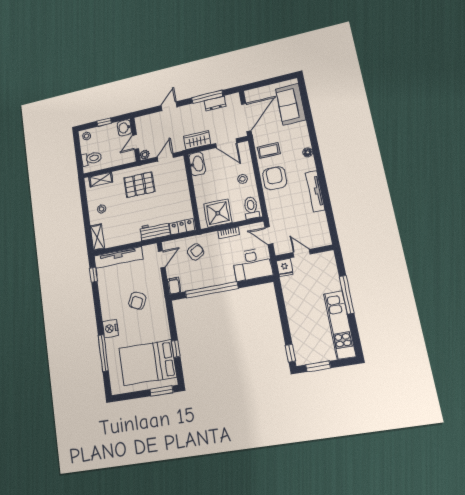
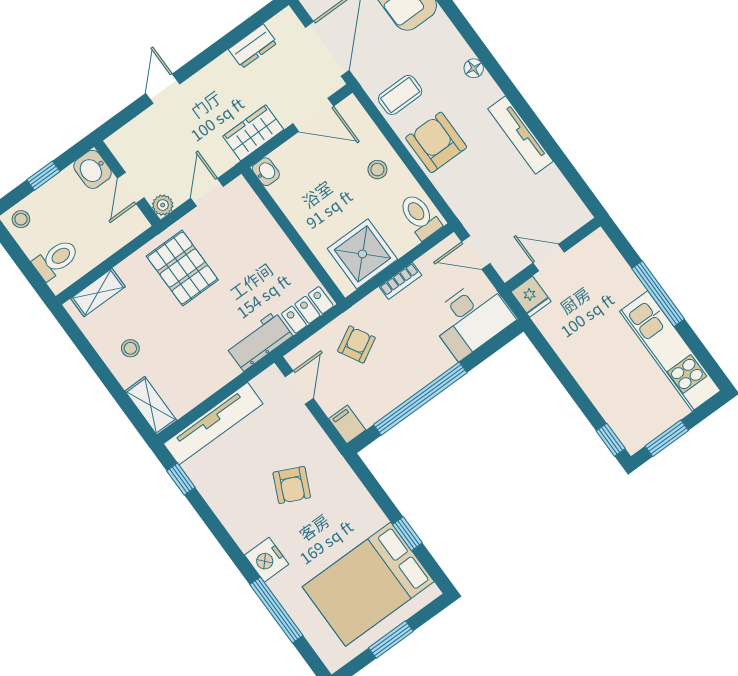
window: (207, 97) -> (231, 39), removed
washbasin: (197, 164) -> (266, 172), width x0.52, depth x0.69
pallet: (139, 185) -> (182, 268), turned 90
window: (161, 391) -> (391, 639), moved

